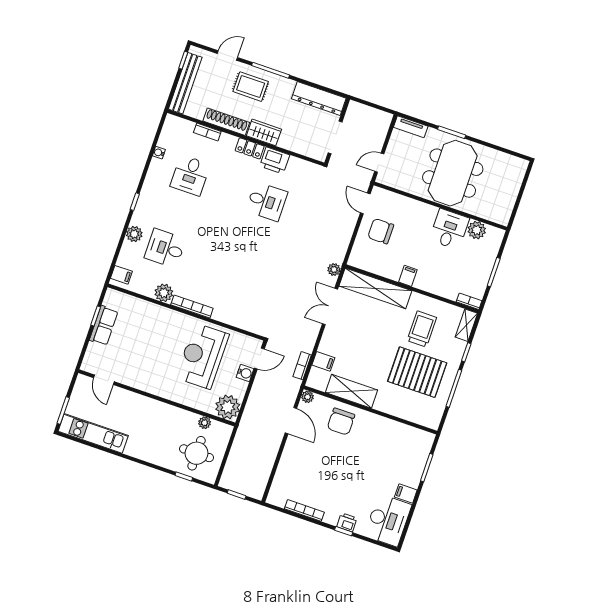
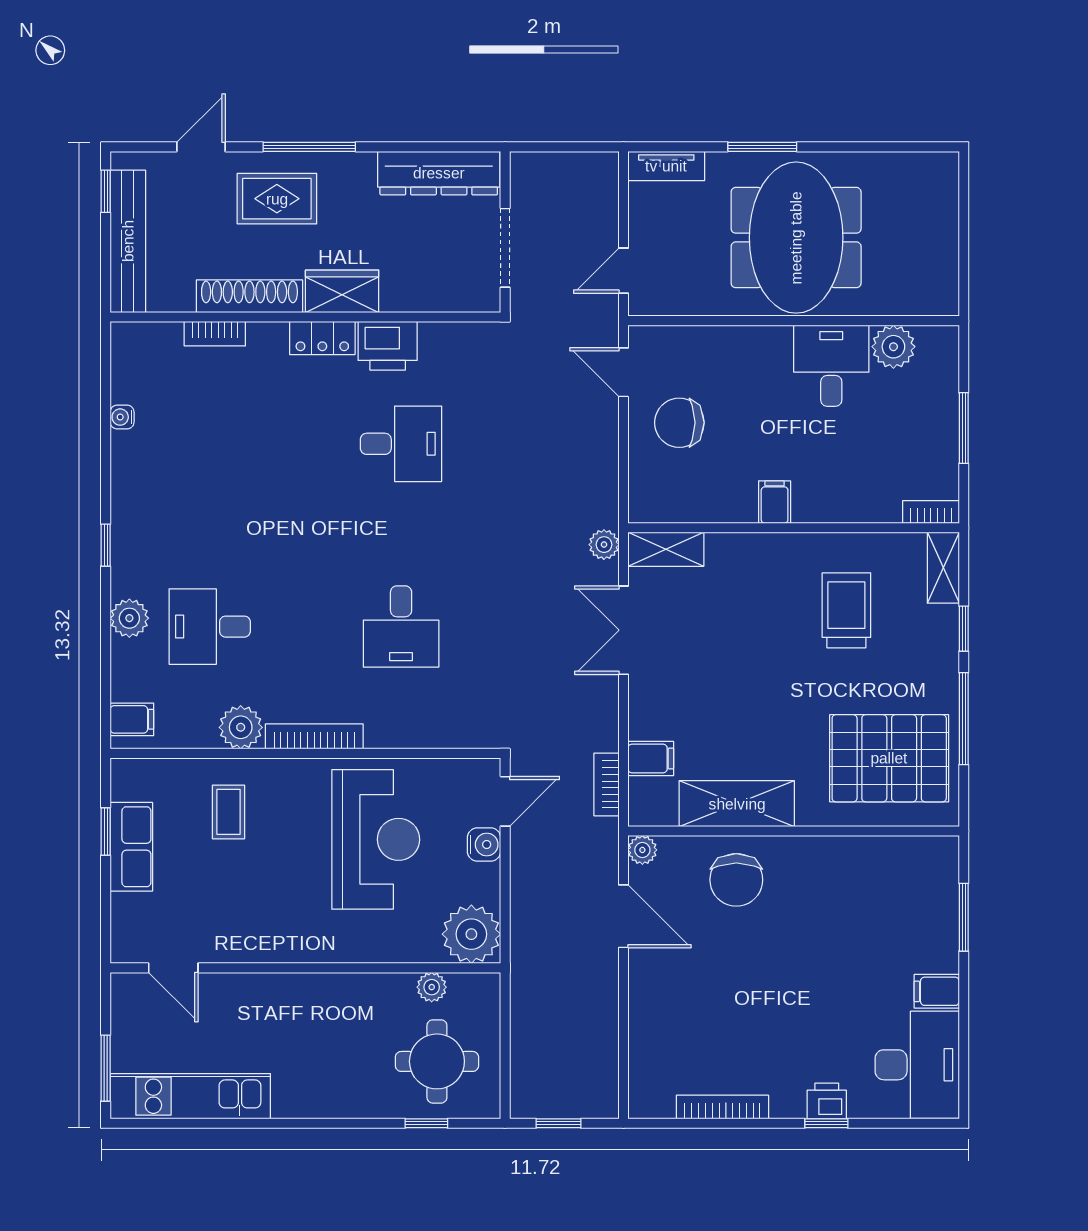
desk: (190, 175) -> (401, 627), moved
shelving: (375, 288) -> (666, 549), width x0.45, depth x0.75
coffee table: (147, 325) -> (228, 812), added
reception desk: (202, 356) -> (376, 839), turned 180
pallet: (417, 372) -> (889, 758), moved

